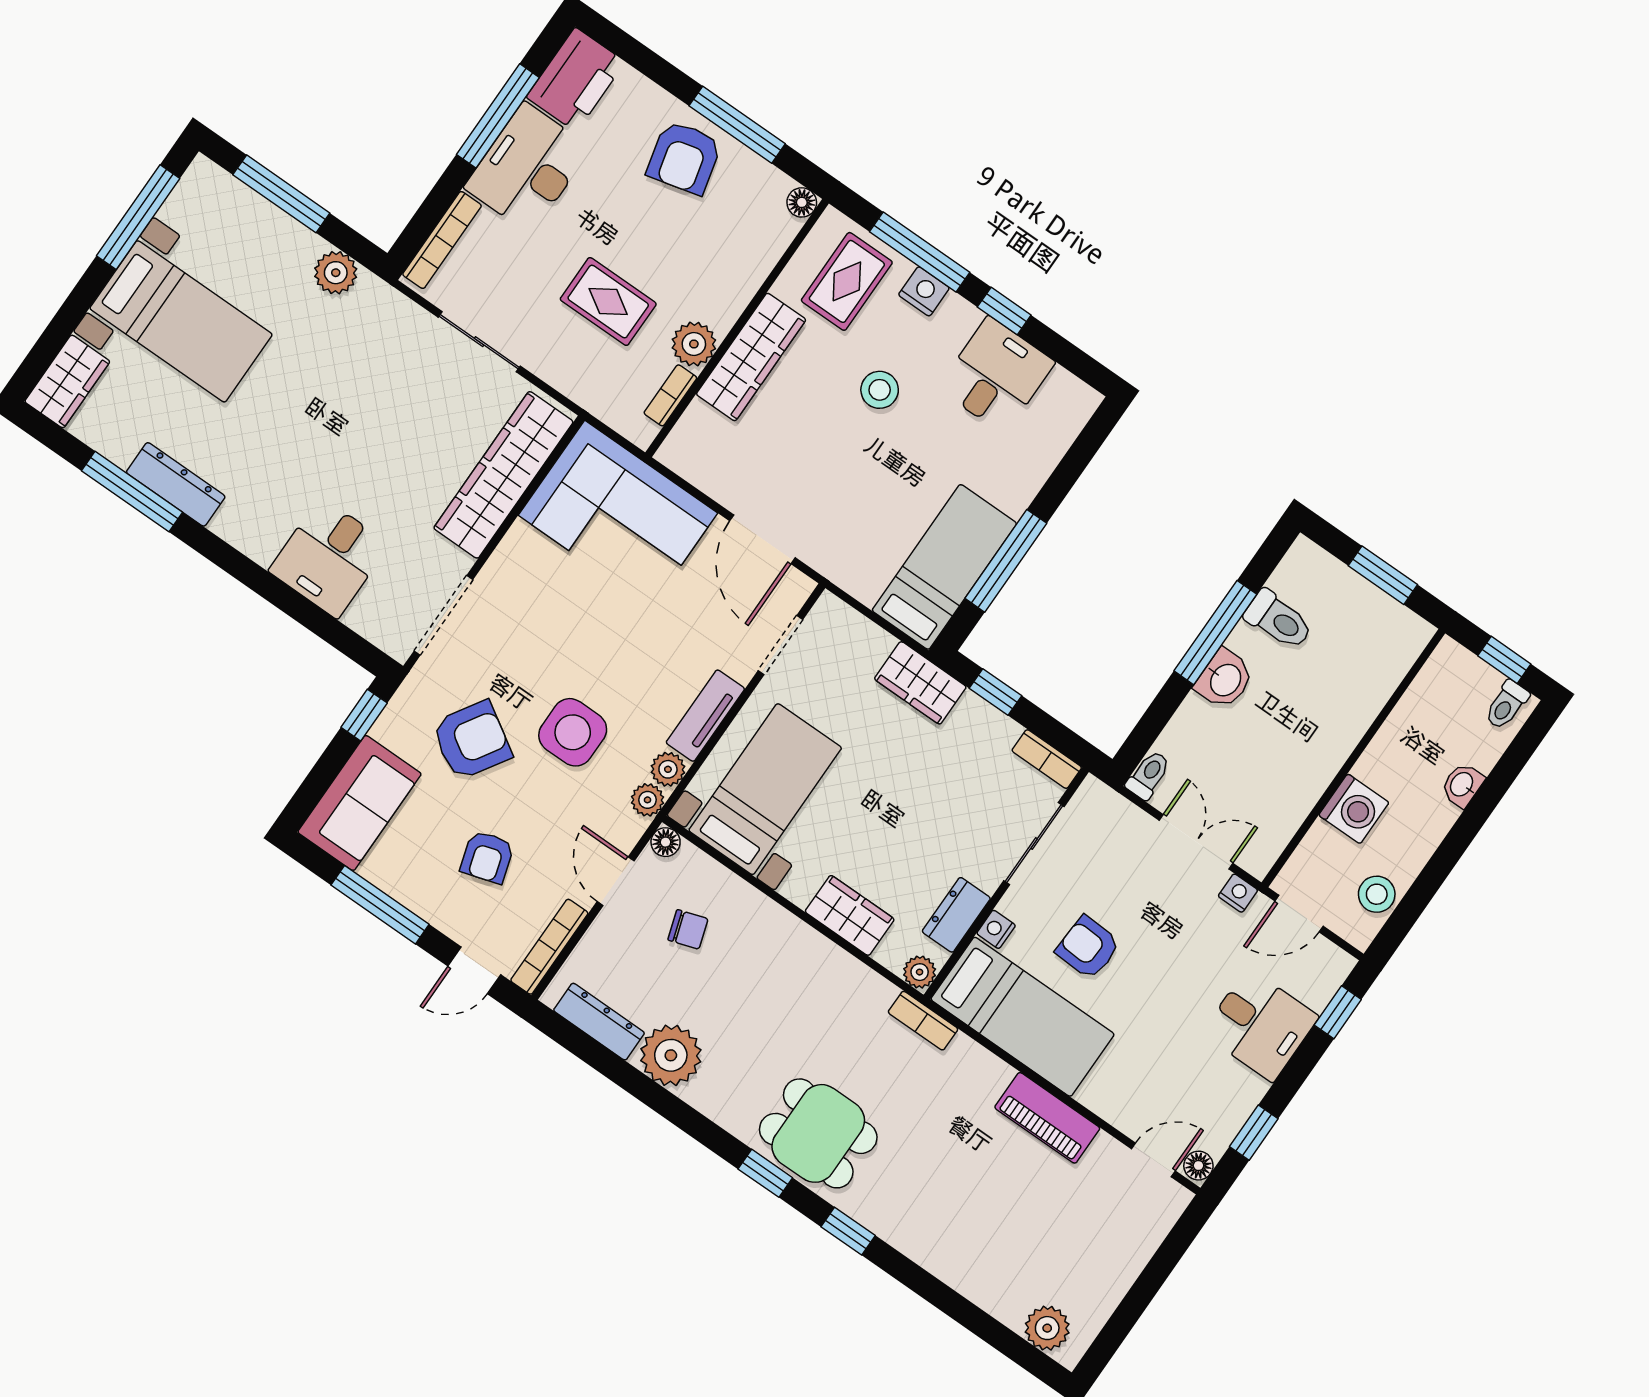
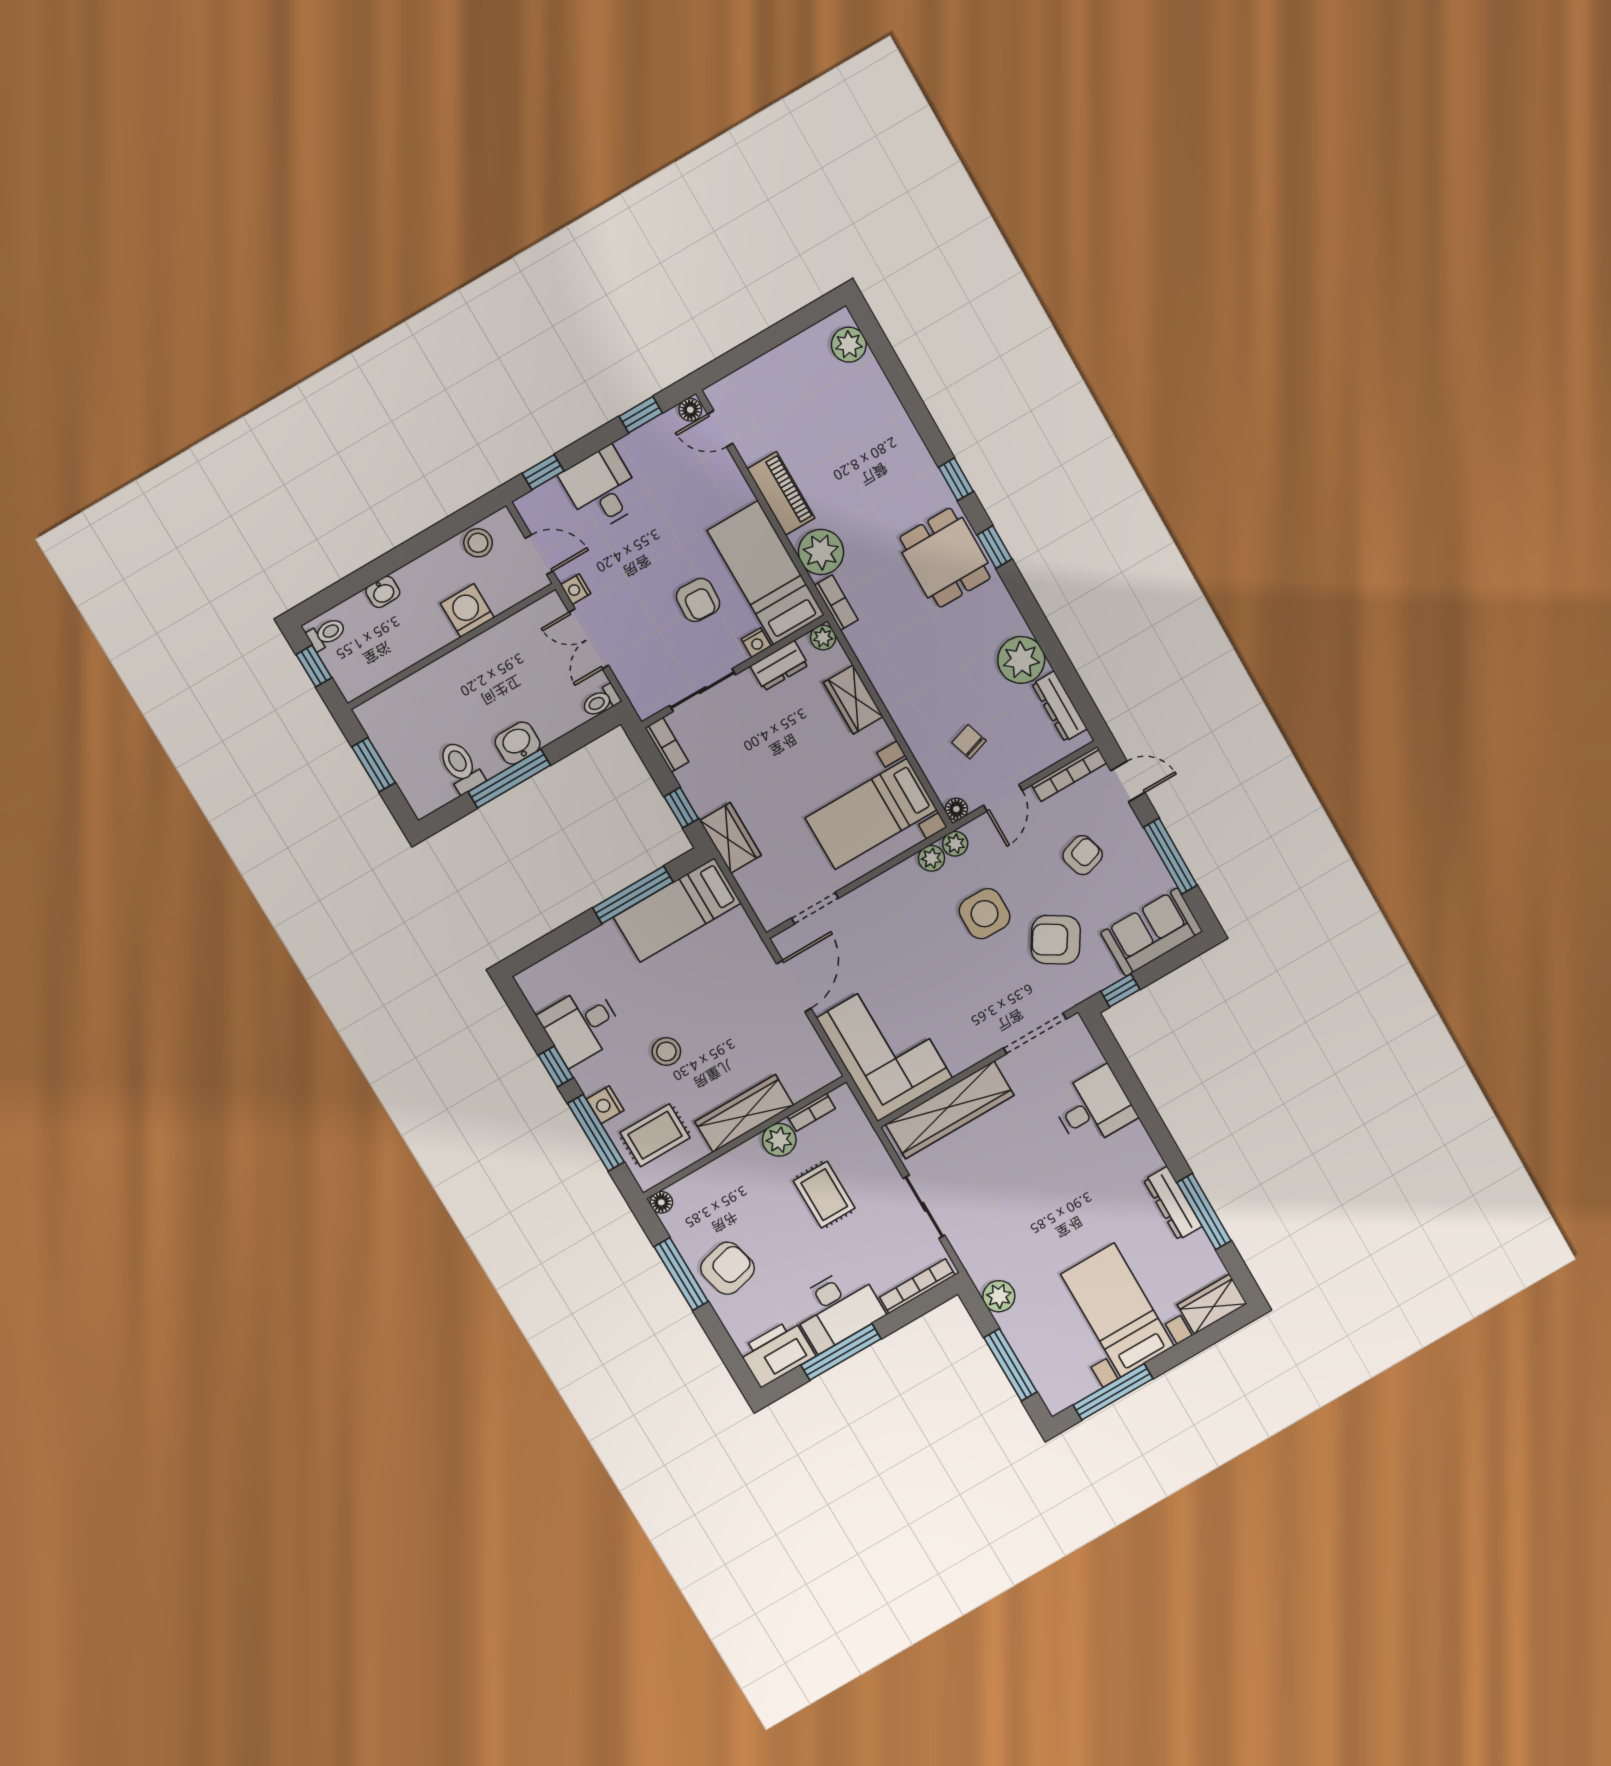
tv unit: (705, 716) -> (889, 883), removed
plant: (968, 1071) -> (821, 552), added

